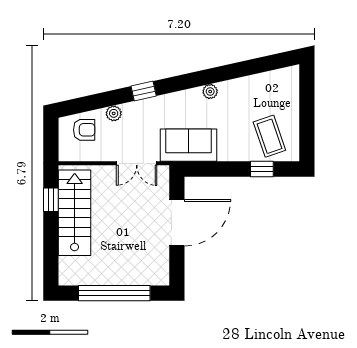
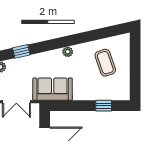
coffee table: (269, 136) -> (105, 63), moved

